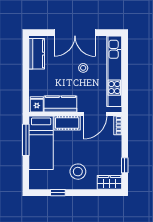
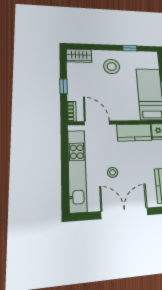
door: (95, 114) -> (97, 123), hinge flipped
cot: (67, 123) -> (126, 113), removed
window: (125, 165) -> (64, 86), moved

